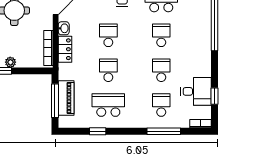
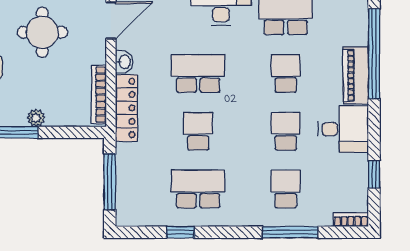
school desk: (108, 35) -> (198, 73), width x1.85
locker: (65, 49) -> (126, 108), width x1.53
desk: (196, 91) -> (343, 129), moved
piano: (66, 98) -> (356, 75), moved, turned 180

